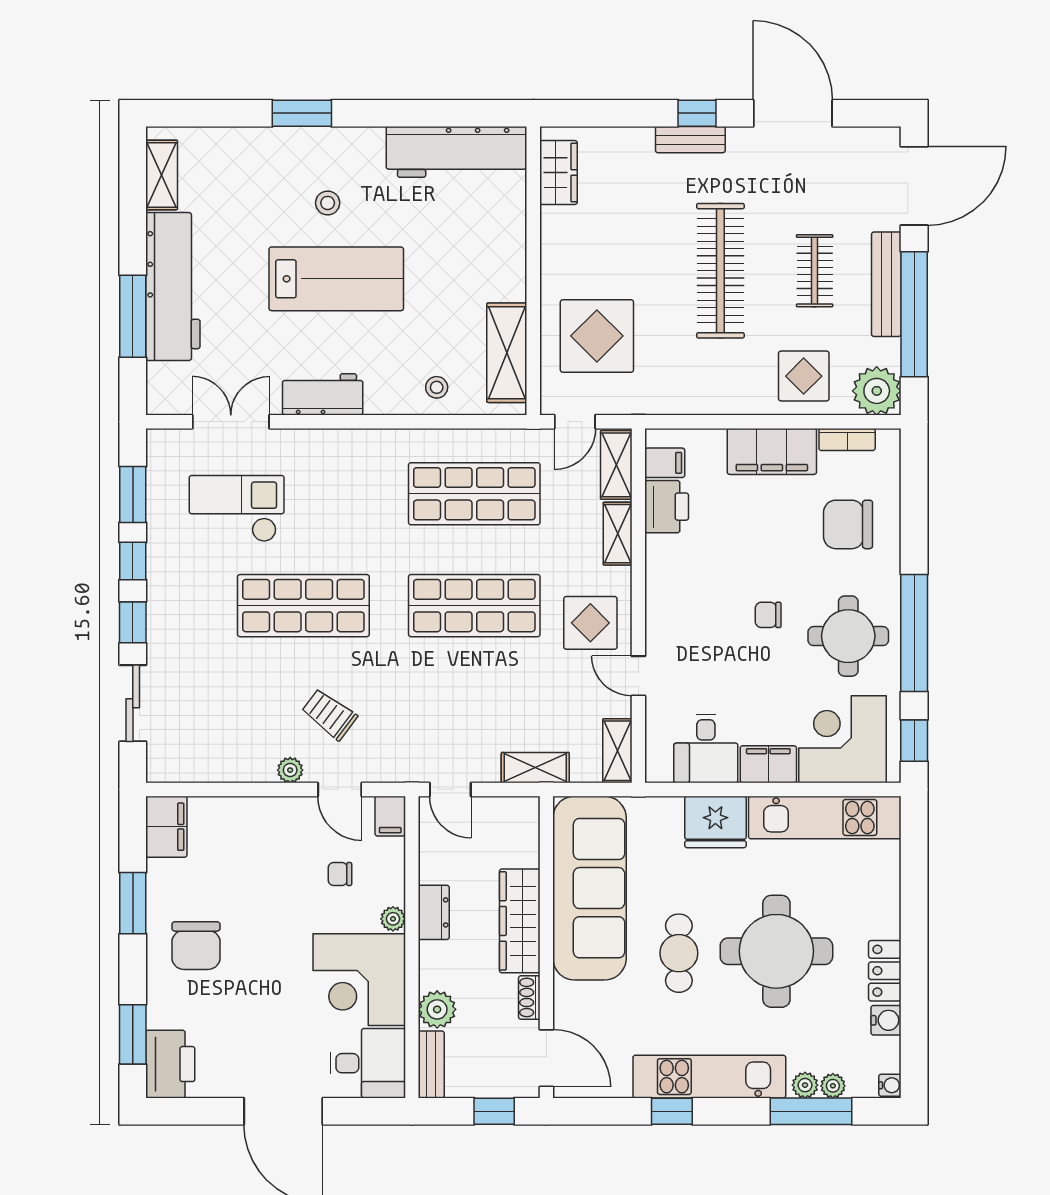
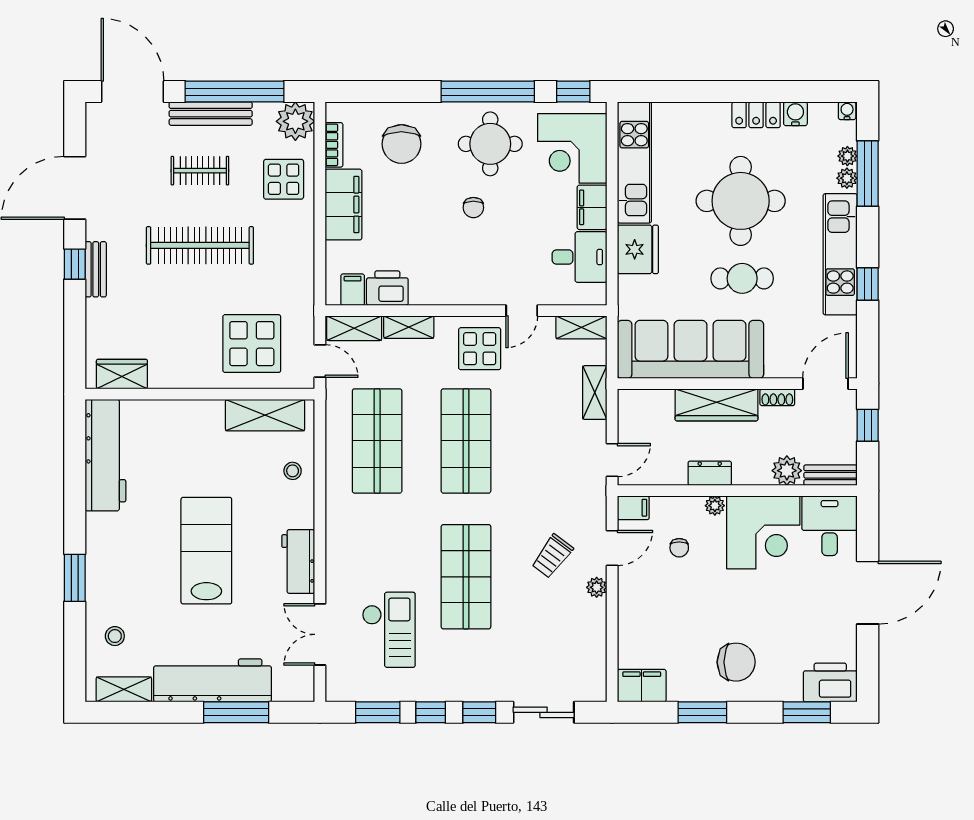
stool: (328, 203) -> (115, 636), moved
checkout: (237, 508) -> (389, 630), turned 180

